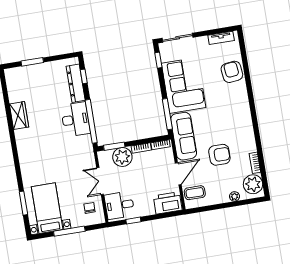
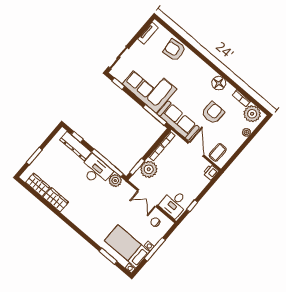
wardrobe: (14, 89) -> (38, 185), added
floor lamp: (246, 133) -> (219, 83), added
plant: (85, 142) -> (115, 181), added
printer: (168, 203) -> (211, 172), width x0.53, depth x0.68

